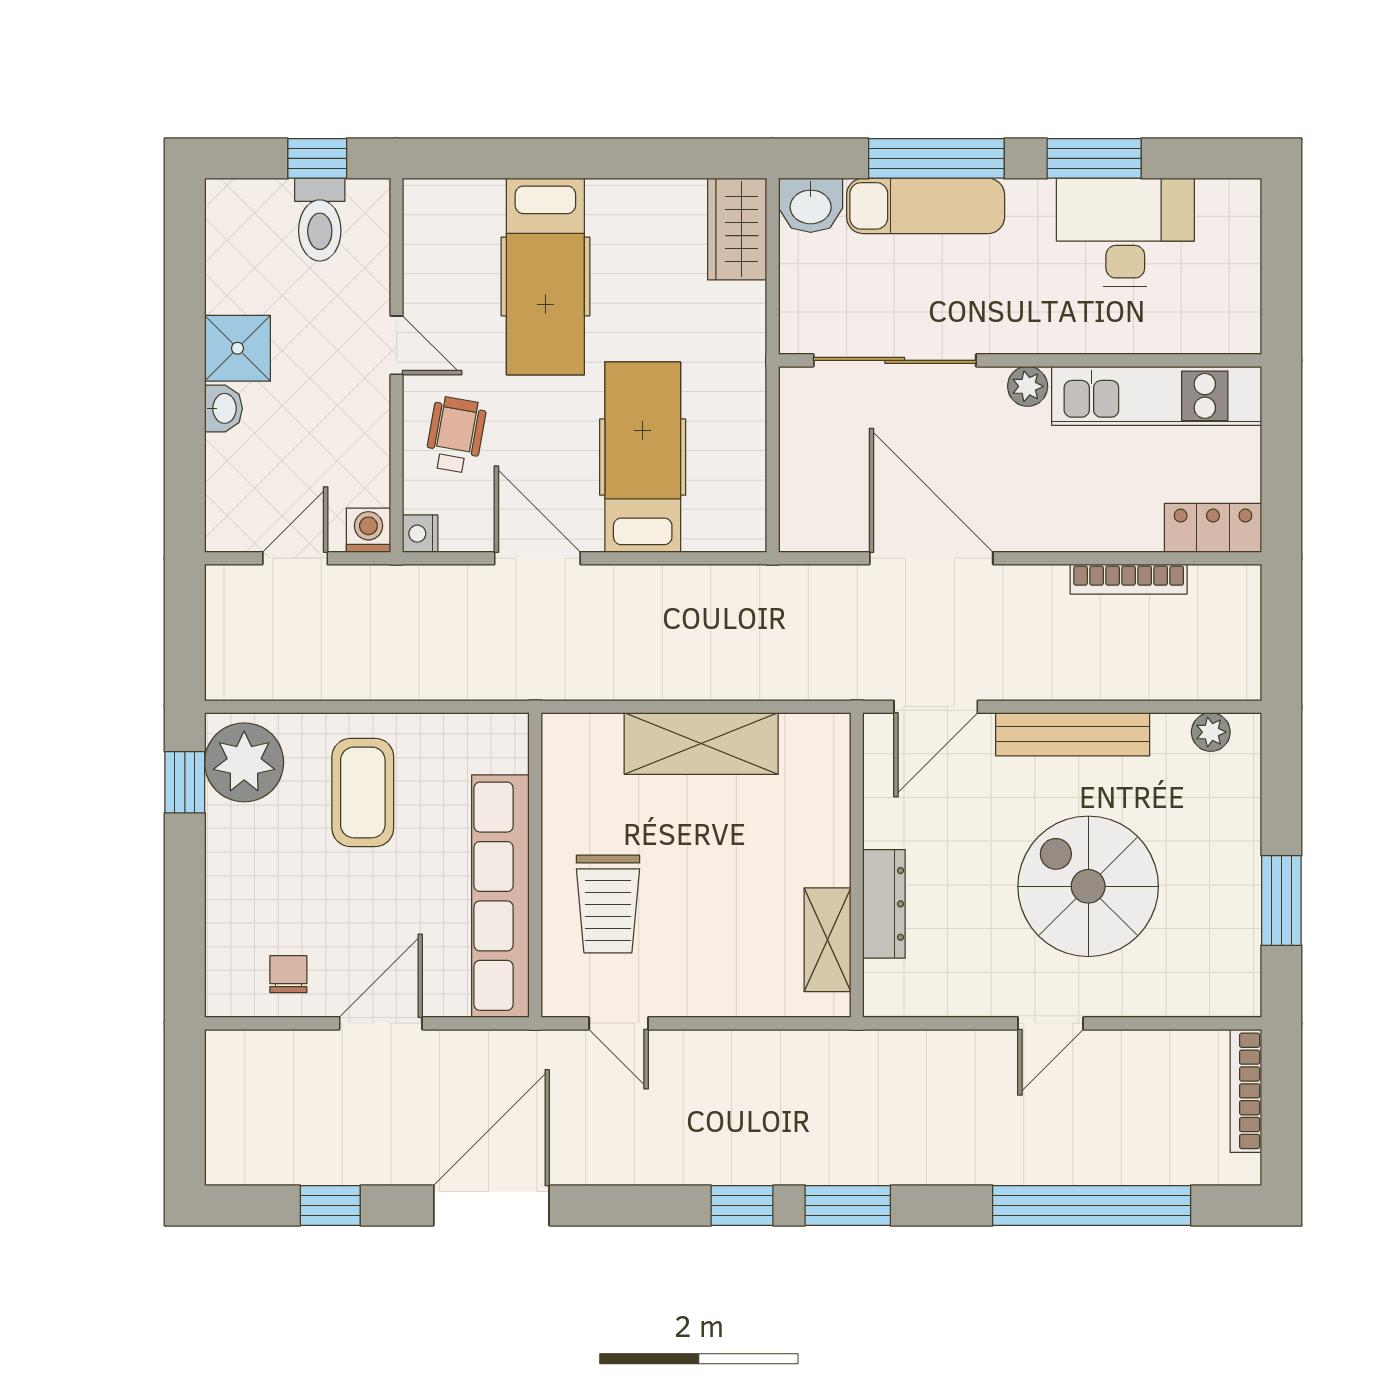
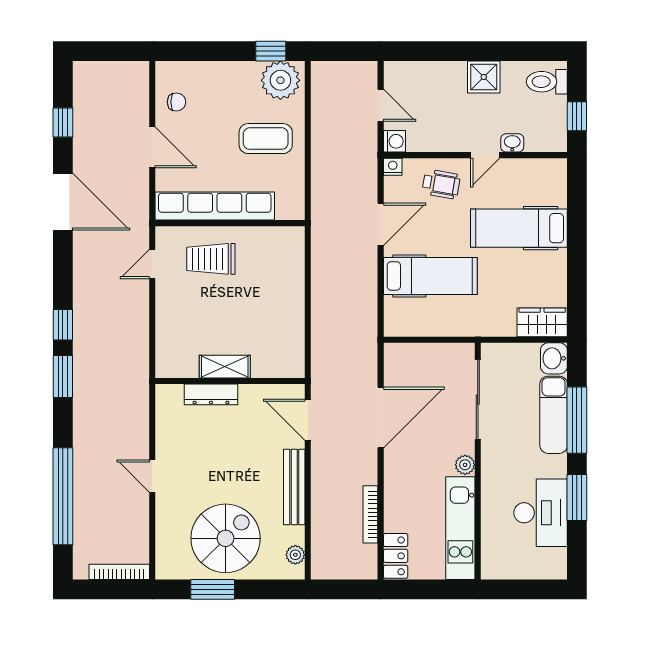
toilet: (320, 220) -> (547, 82), moved
washbasin: (223, 408) -> (512, 143), moved, turned 180
shelving: (701, 743) -> (290, 305), removed
spiral stairs: (1088, 886) -> (226, 538), moved
shelving: (827, 940) -> (225, 367), moved

